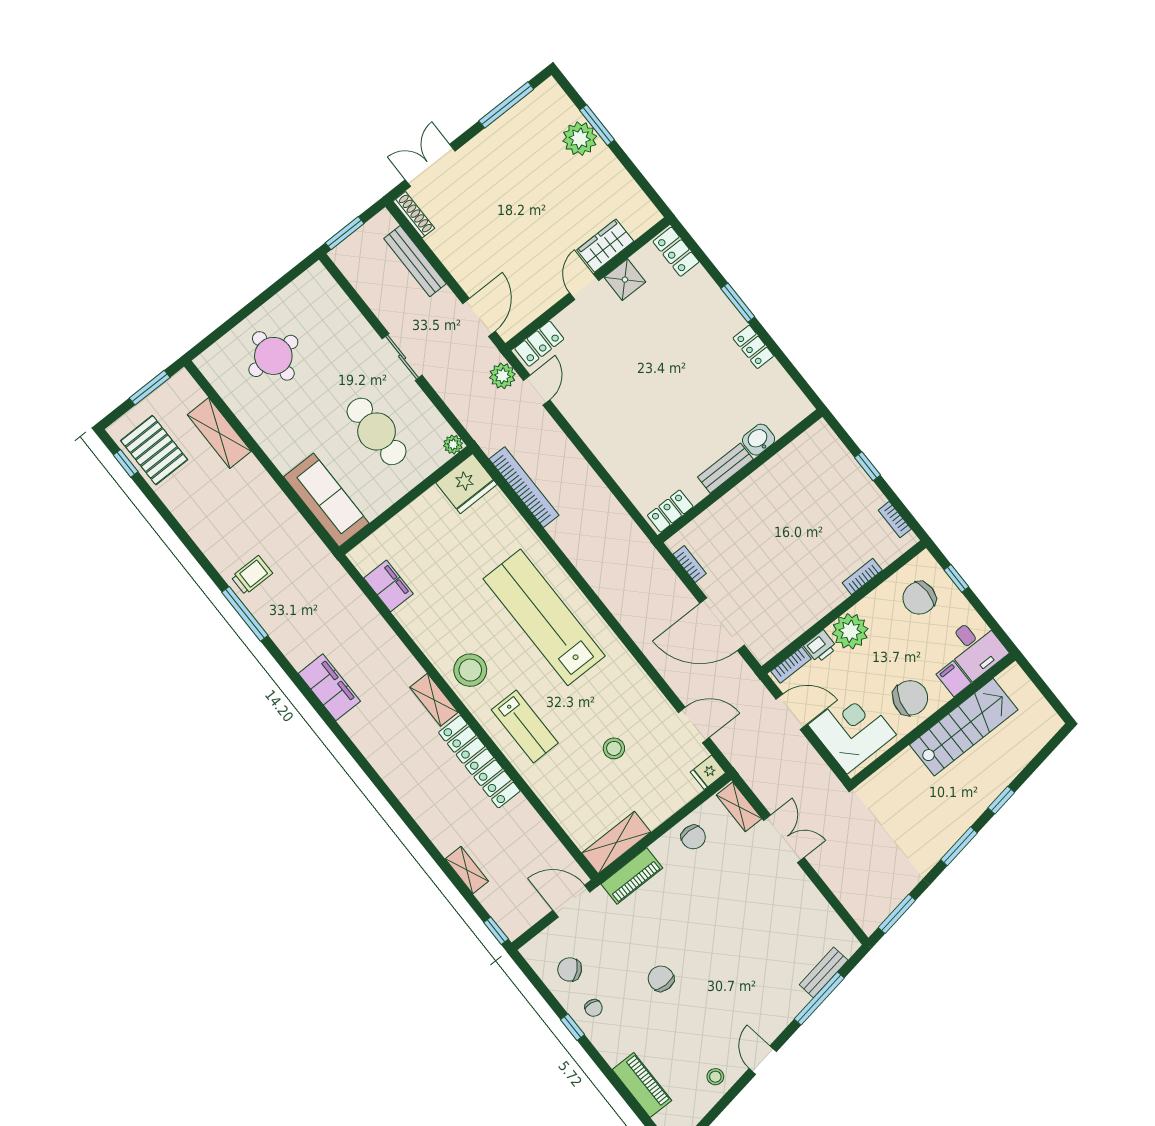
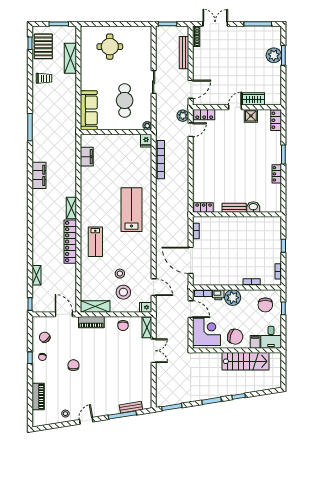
fridge: (466, 484) -> (146, 141), width x0.53, depth x0.75
trolley: (252, 575) -> (44, 78), moved
chair: (919, 598) -> (265, 305), turned -90
lab bench: (544, 617) -> (131, 210), width x0.73
stool: (470, 670) -> (123, 292), moved

